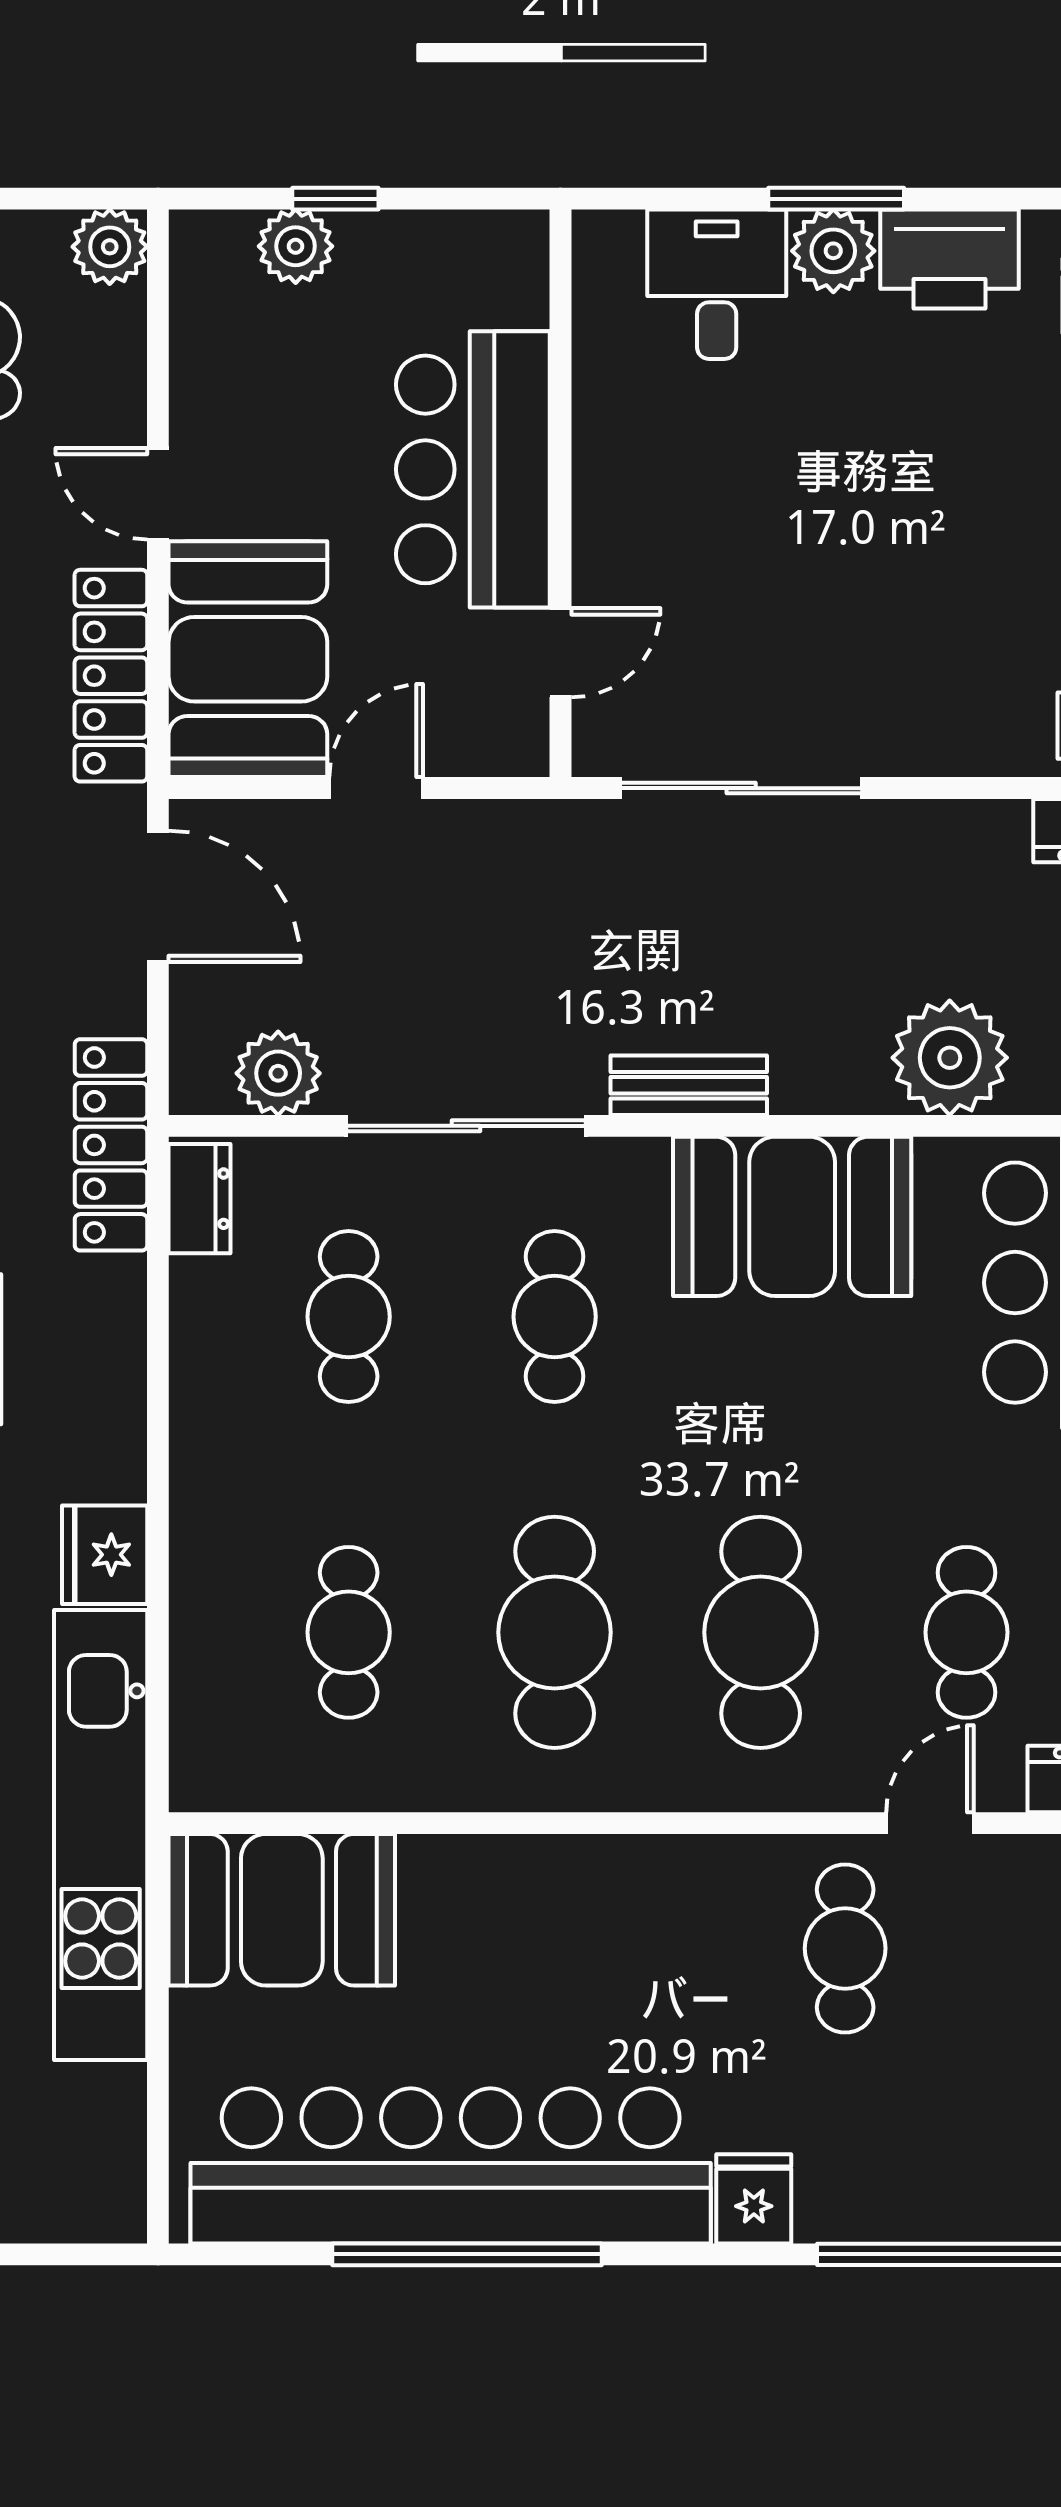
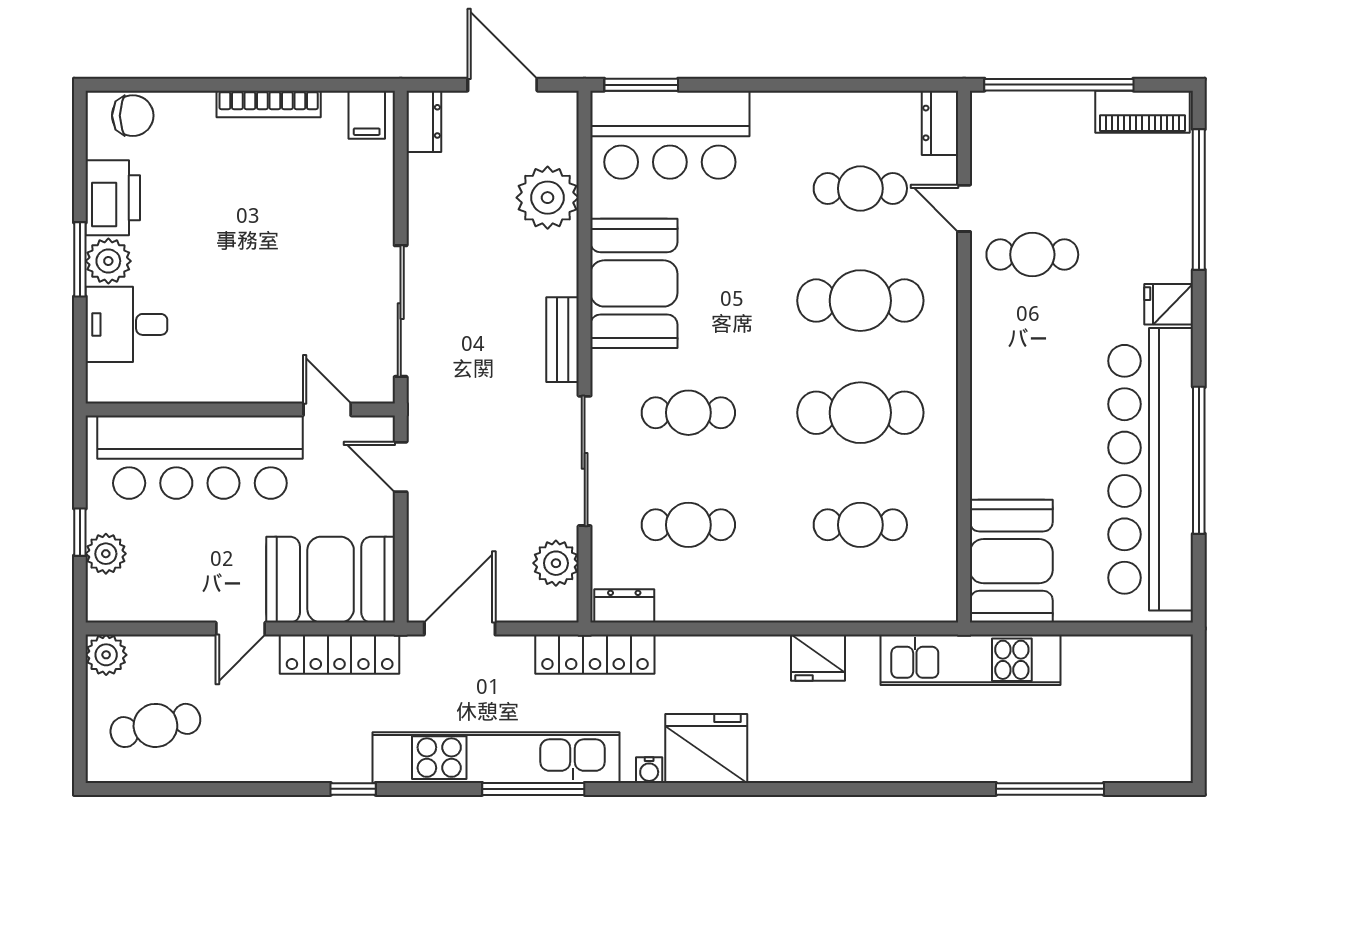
bar counter: (473, 469) -> (200, 457), width x1.36
door: (376, 788) -> (401, 467), moved
kitchen unit: (101, 1835) -> (971, 660), width x0.73

